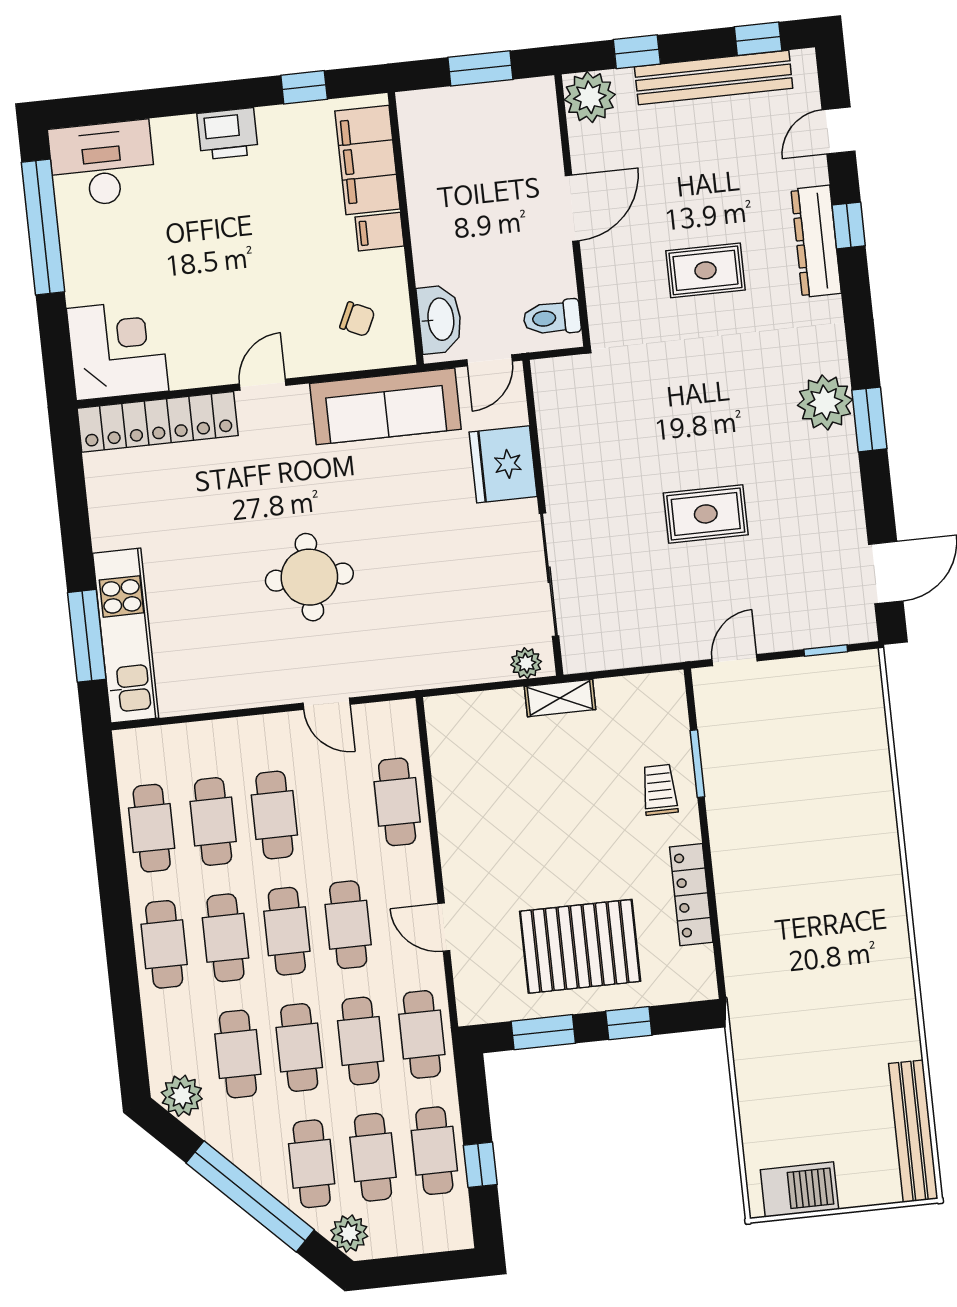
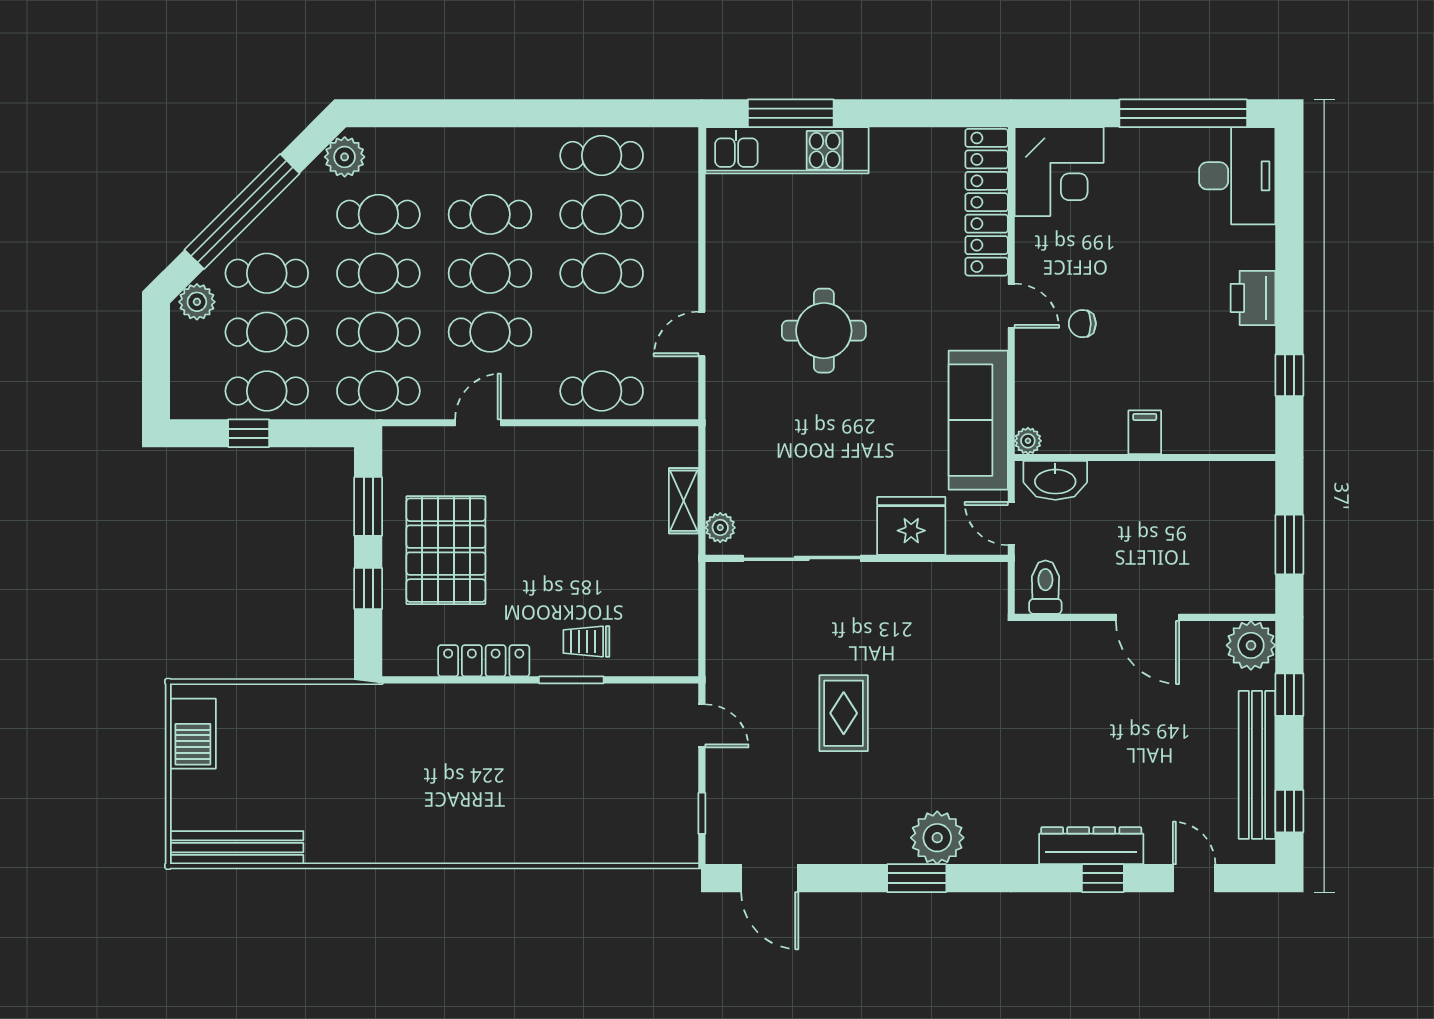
filing cabinet: (368, 160) -> (1214, 428), removed
rug: (705, 270) -> (1075, 738), removed
chair: (357, 319) -> (1082, 324), moved, turned 65
plant: (401, 352) -> (1028, 441), added
shelving: (560, 698) -> (684, 501), moved
window: (697, 764) -> (571, 680), moved
trolley: (660, 790) -> (586, 642), turned 180
cafe table: (164, 944) -> (490, 155), removed

